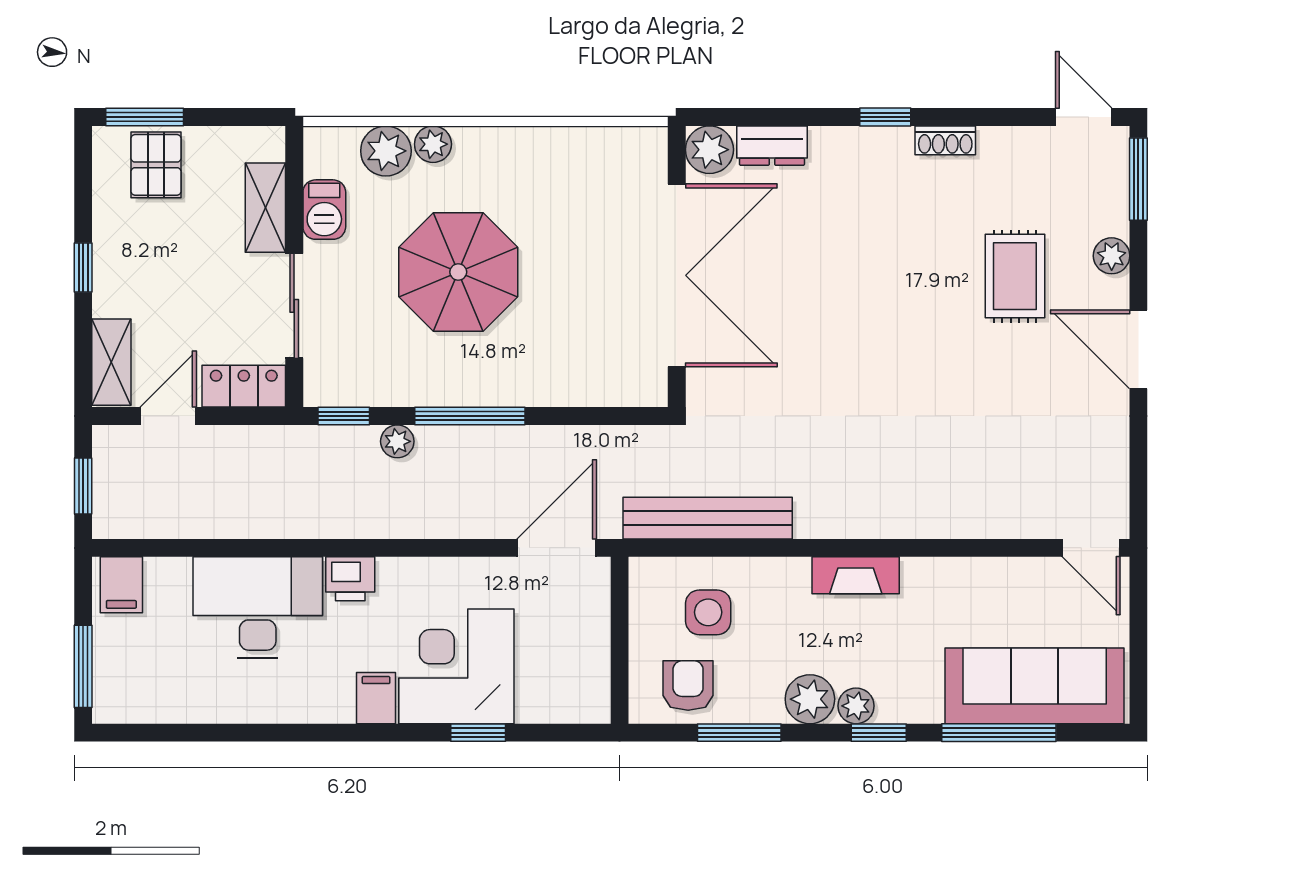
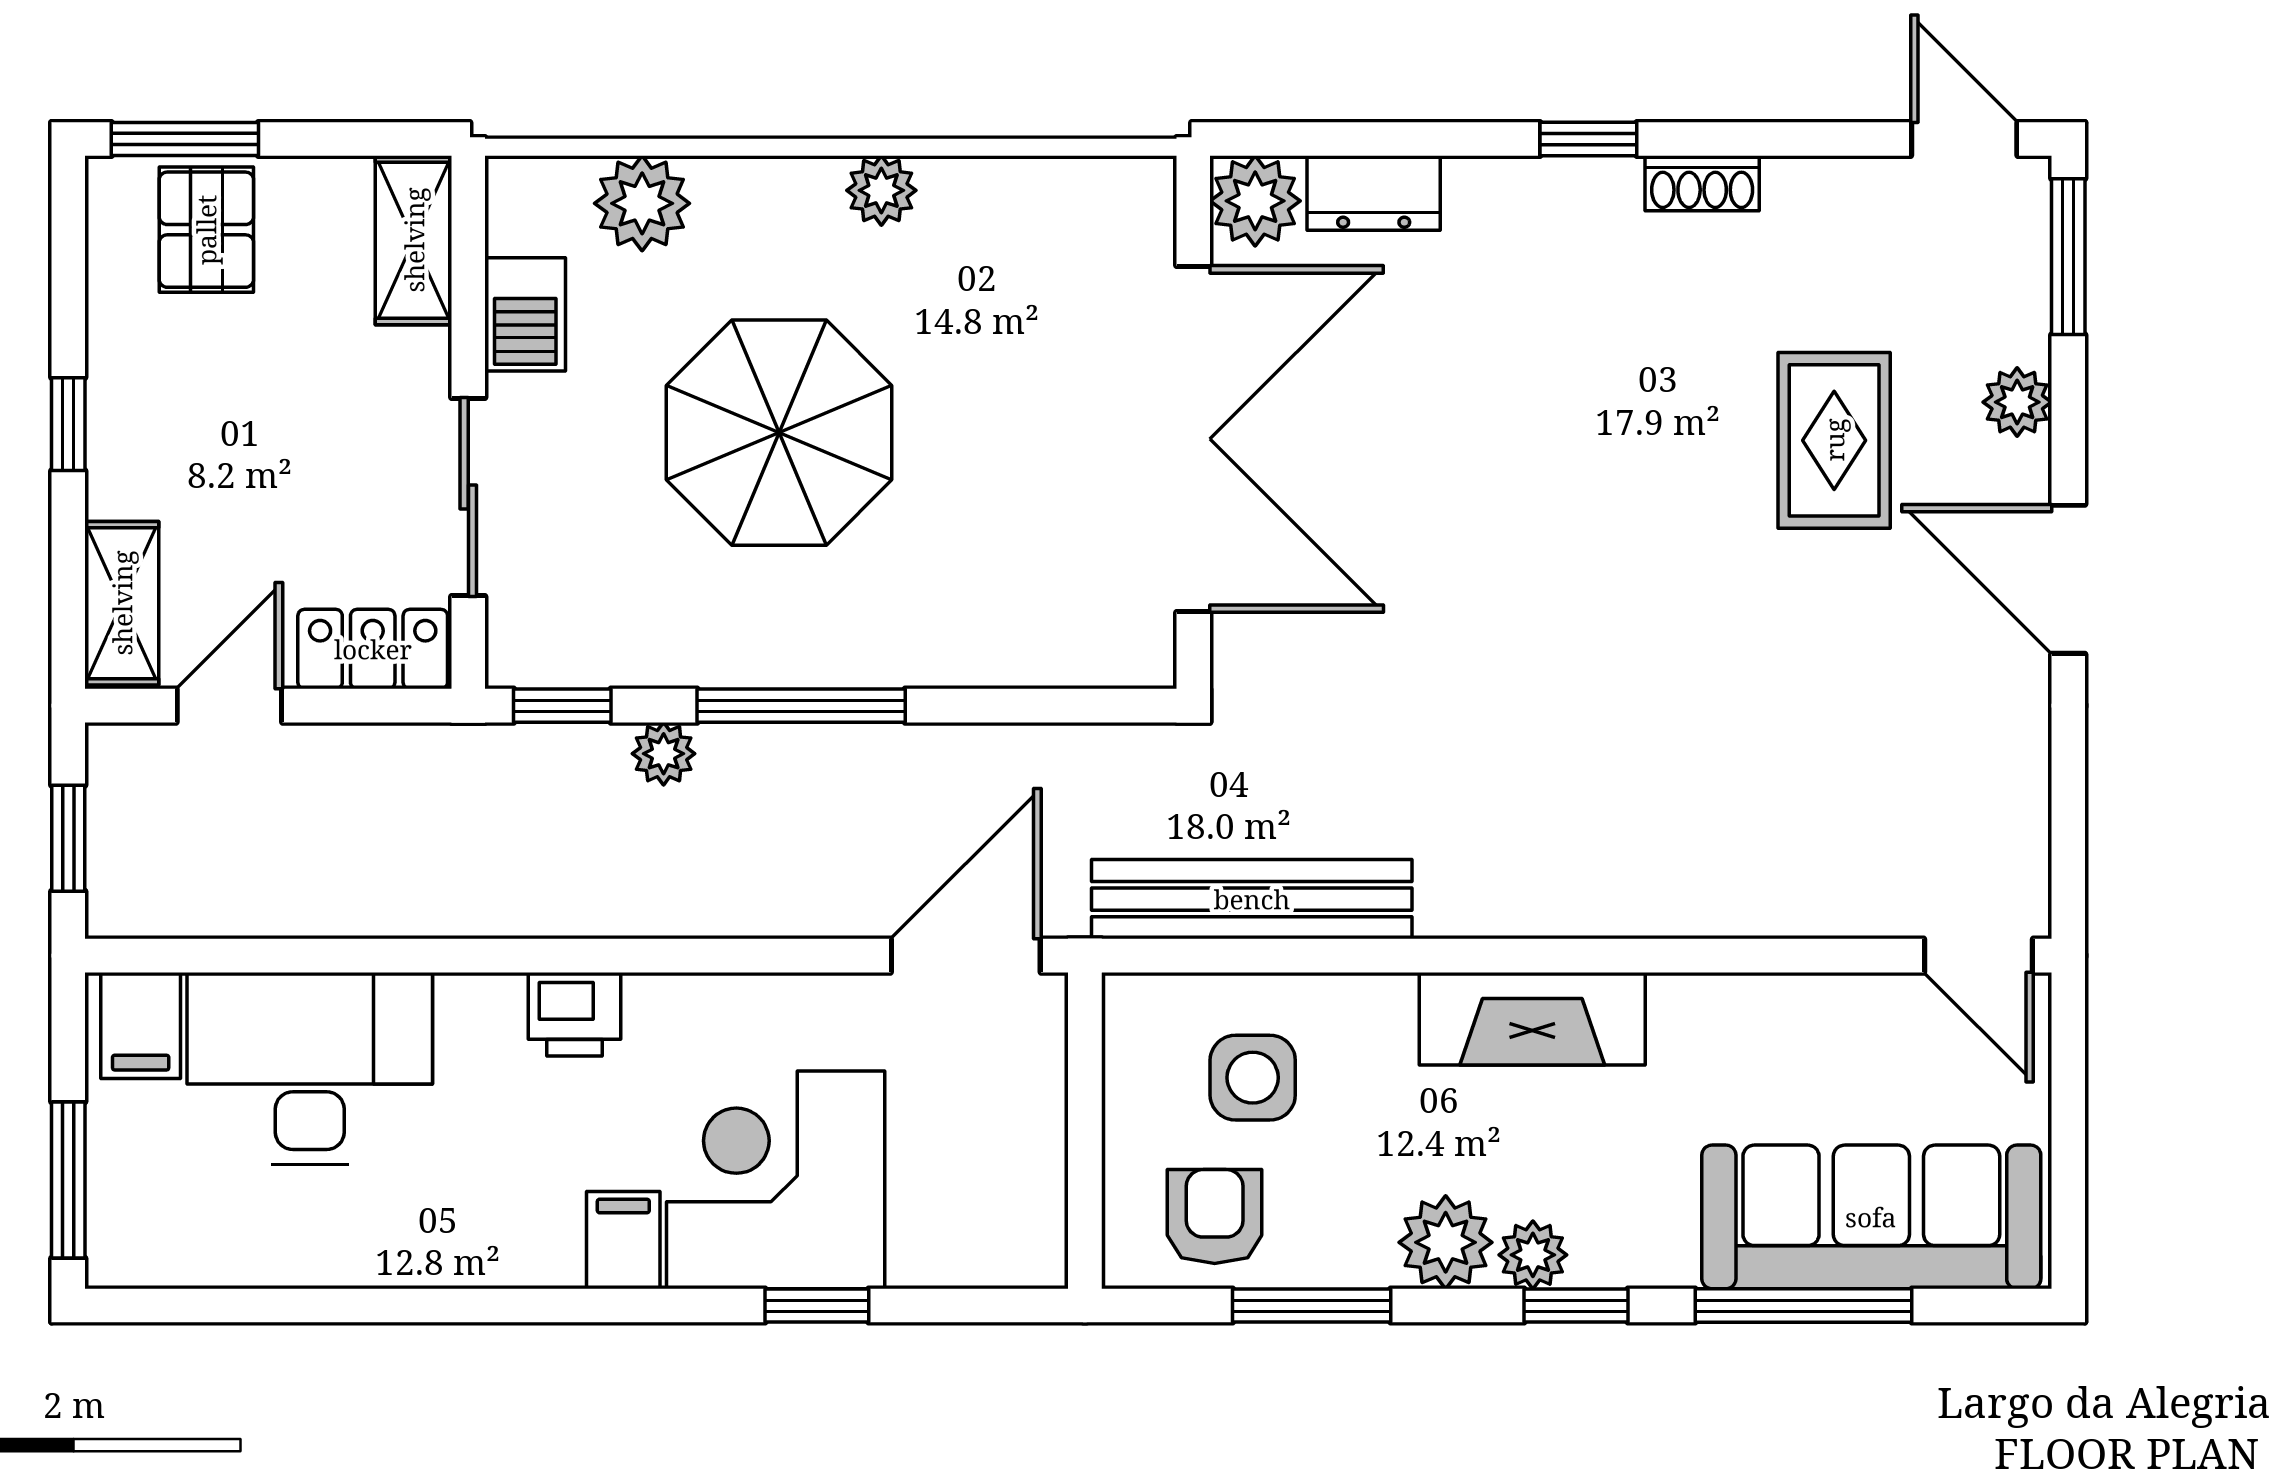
plant: (433, 144) -> (881, 190), moved
shelving: (265, 208) -> (414, 240), moved
fireplace: (856, 575) -> (1532, 1019), width x1.37, depth x1.32
desk: (258, 608) -> (310, 1069), moved

